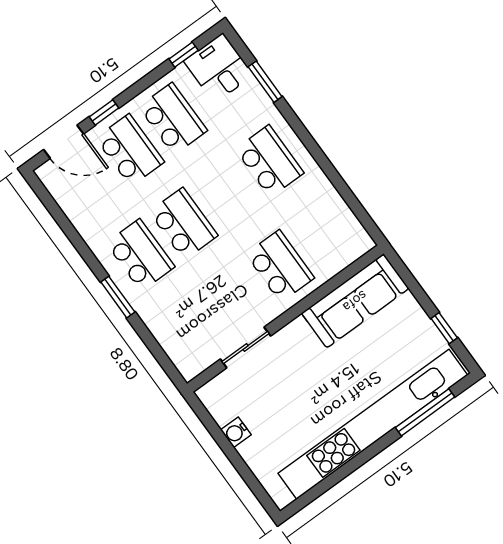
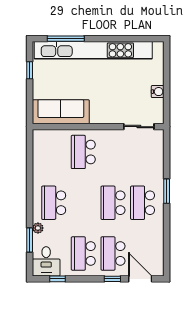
plant: (266, 108) -> (38, 228), added
sliding door: (245, 348) -> (139, 127), moved

